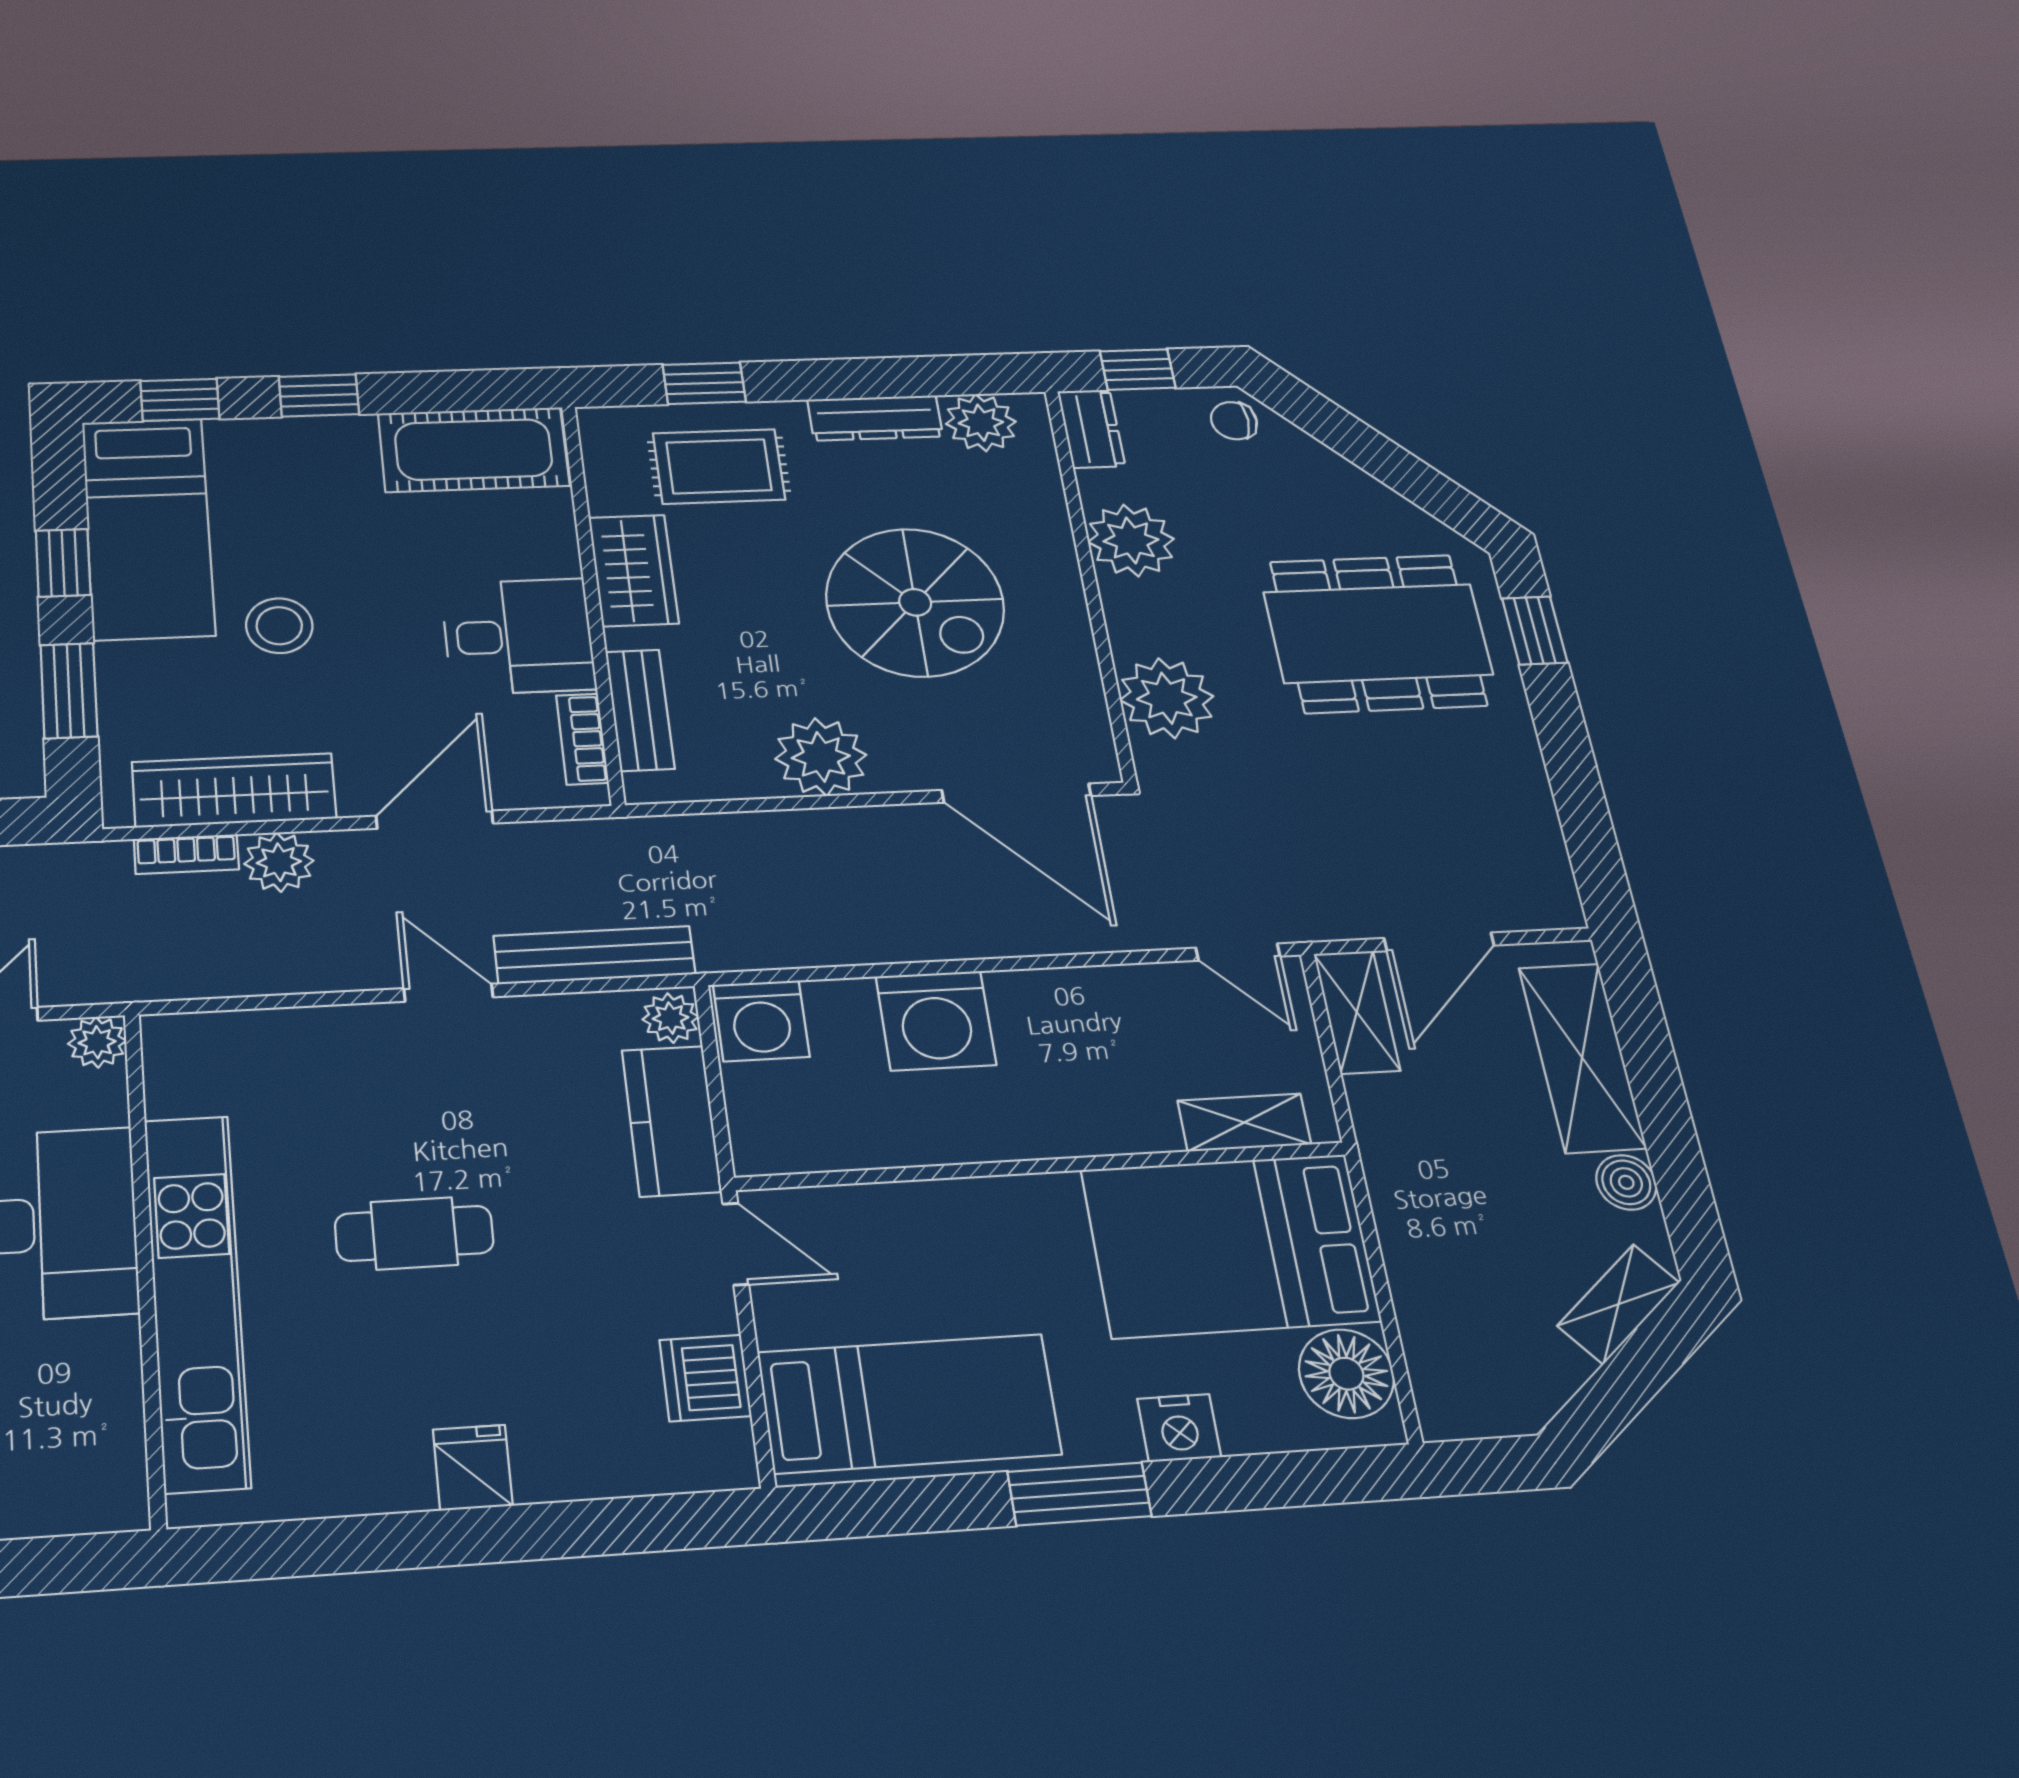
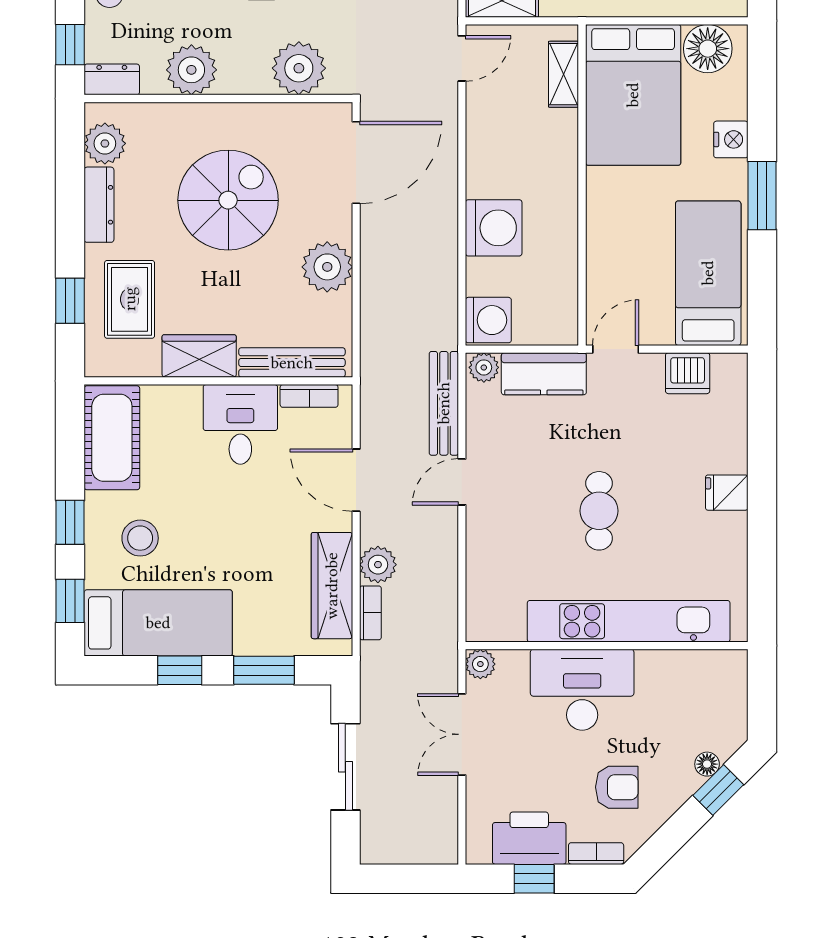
stool: (279, 626) -> (140, 538), moved
bench: (640, 710) -> (292, 363), width x1.36

